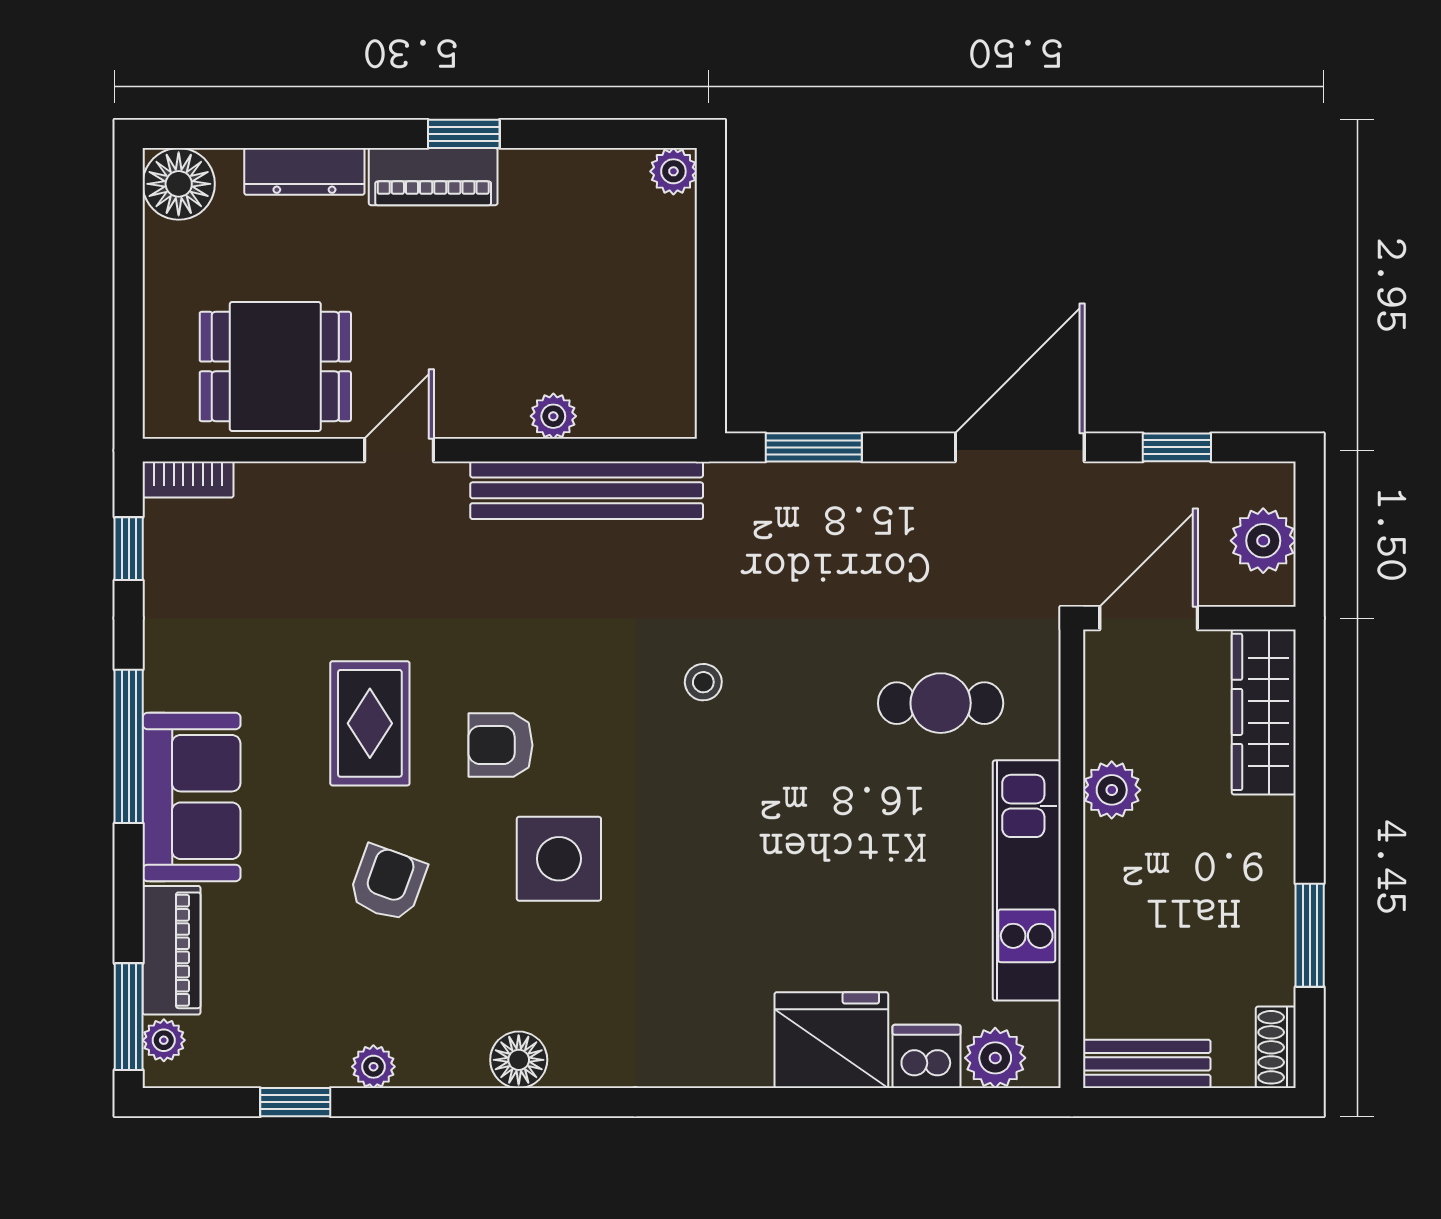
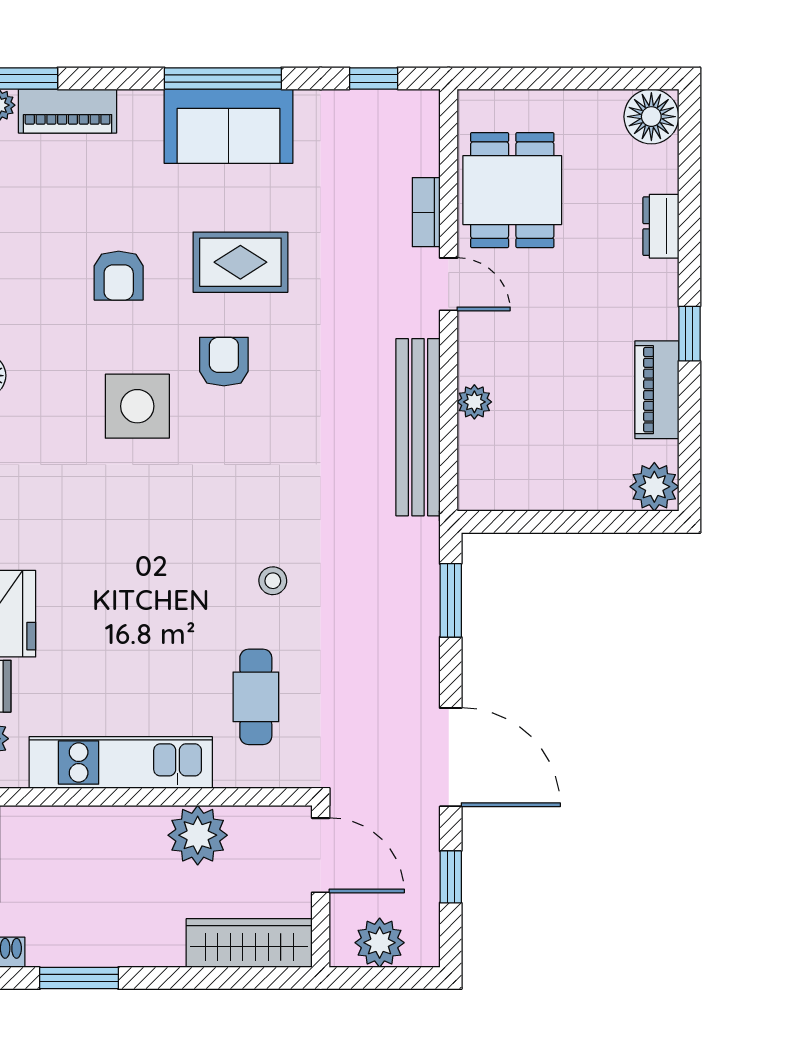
dresser: (304, 171) -> (661, 226), width x0.70
plant: (673, 171) -> (654, 487), width x1.38, depth x1.38
piano: (433, 177) -> (657, 390), moved
bookcase: (188, 479) -> (426, 212), moved
stool: (703, 682) -> (273, 581), moved
plant: (1112, 790) -> (198, 835), width x1.36, depth x1.36
sofa: (192, 797) -> (228, 126), moved
armchair: (388, 883) -> (119, 276), turned 70

